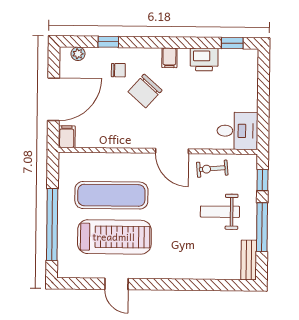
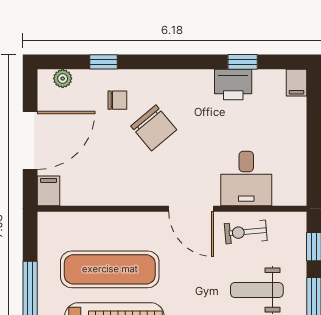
window: (232, 43) -> (243, 62), moved
filing cabinet: (169, 58) -> (296, 83), moved
chair: (145, 91) -> (154, 128), turned -82
desk: (237, 131) -> (246, 178), moved, turned 90

